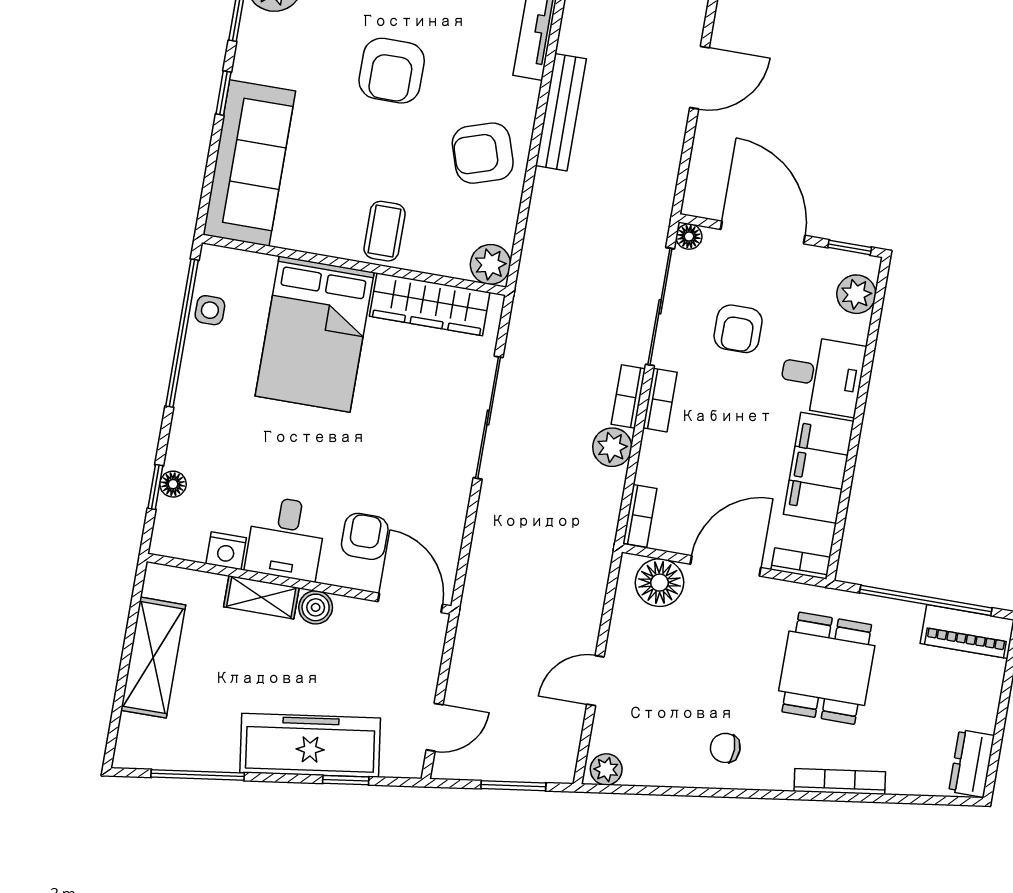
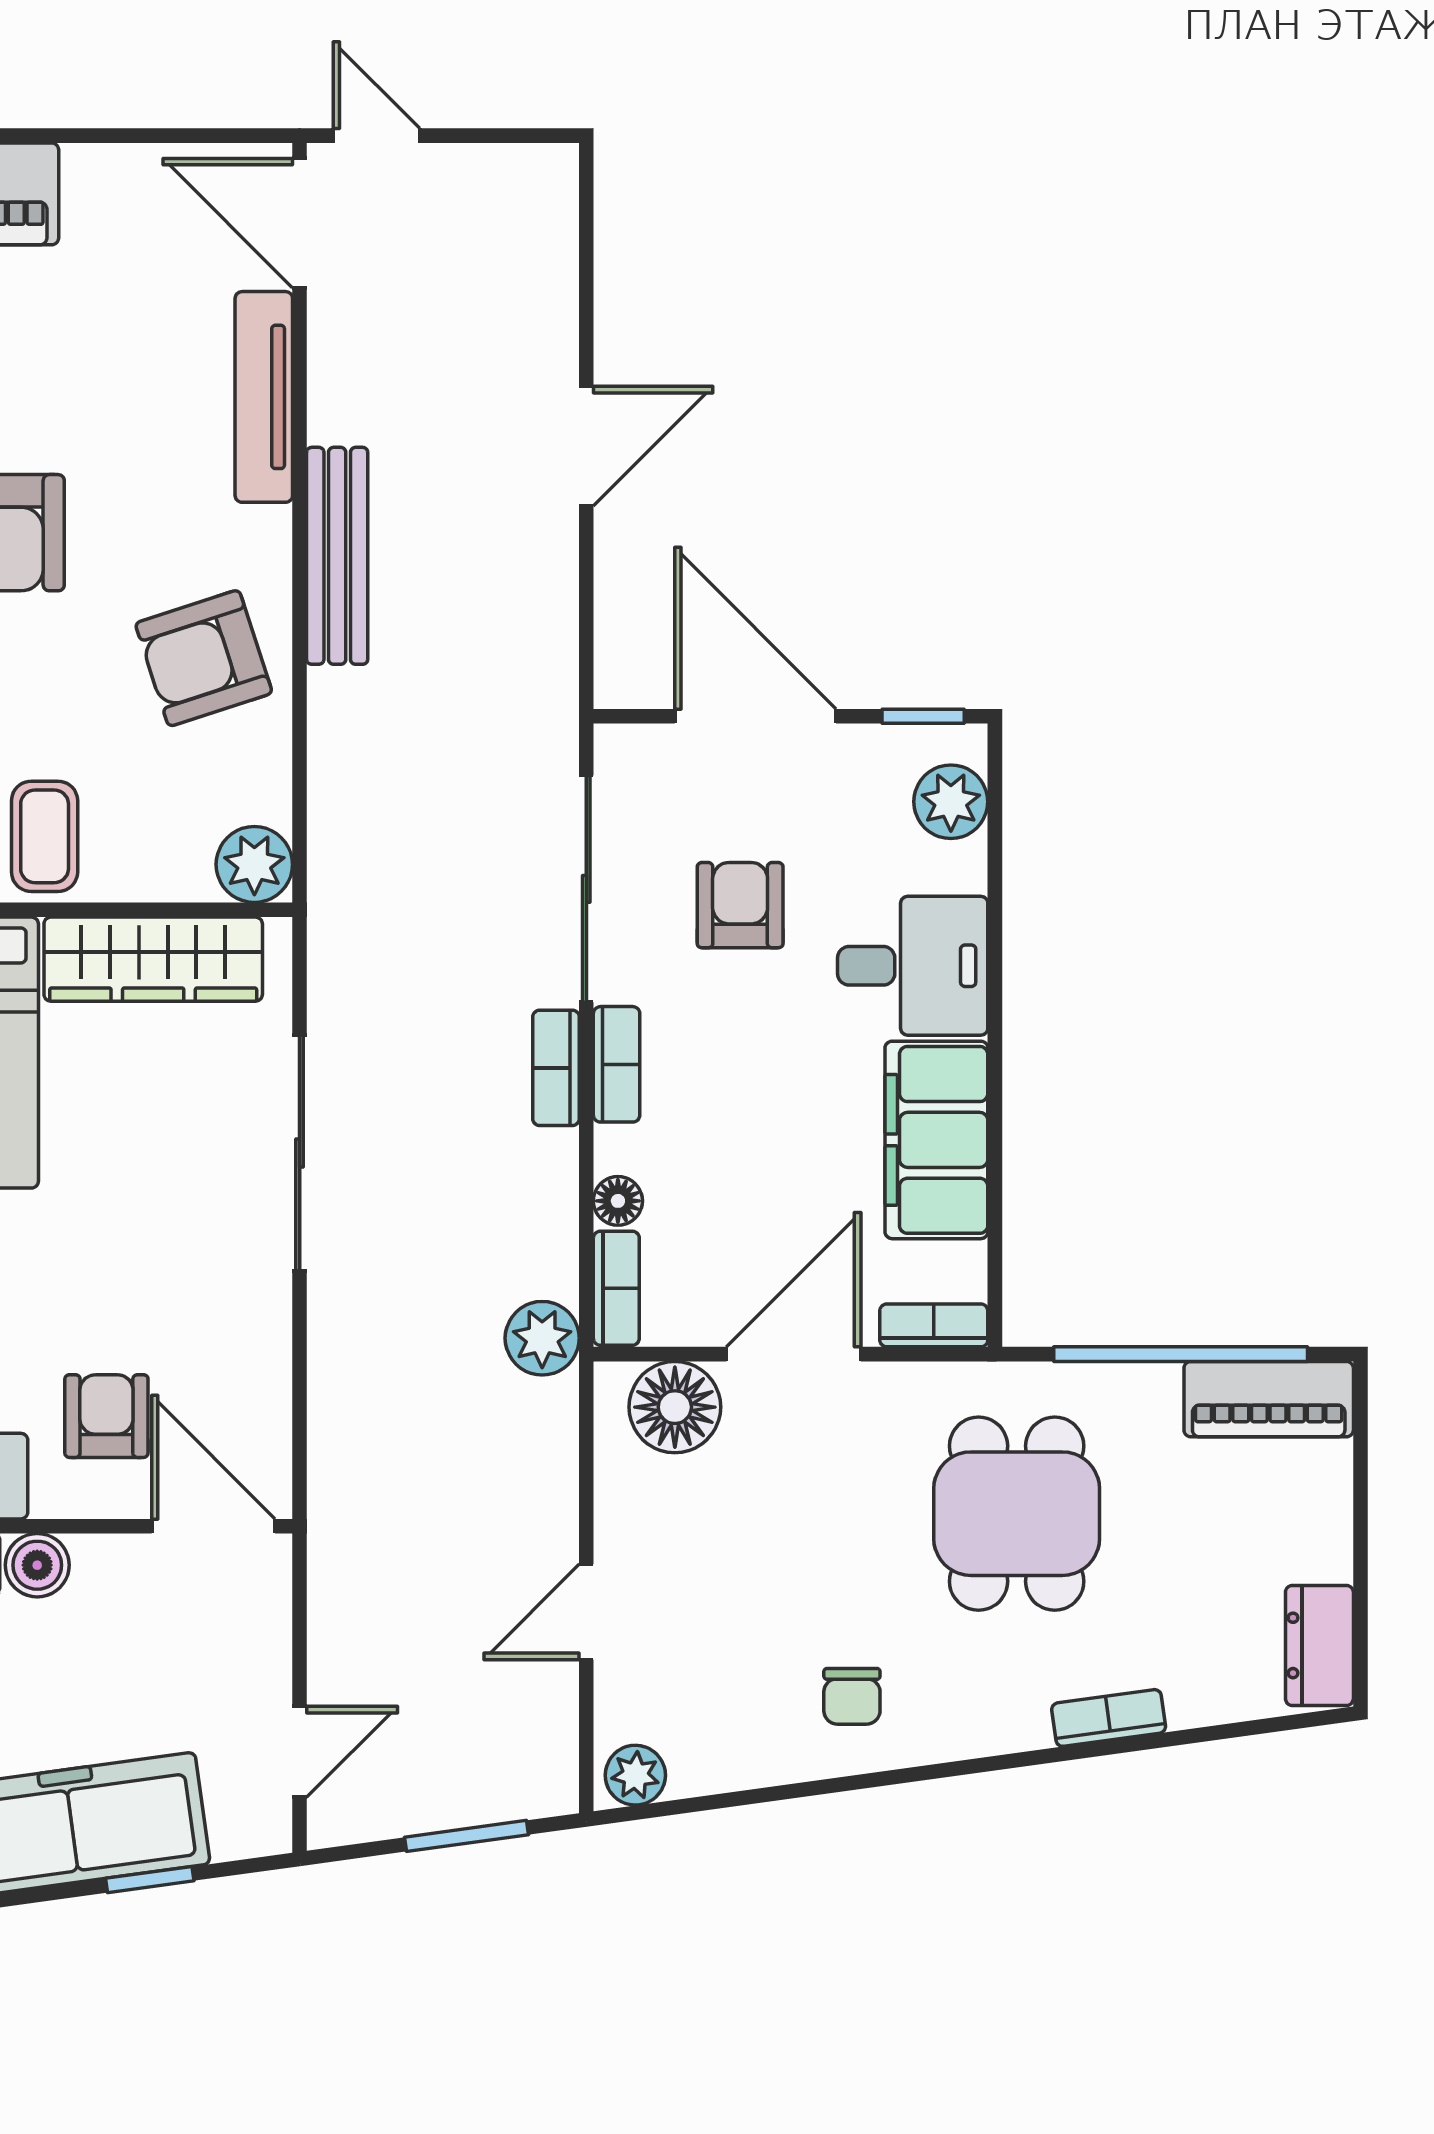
floor lamp: (689, 237) -> (618, 1201), moved
armchair: (738, 329) -> (740, 905), turned 180
plant: (612, 447) -> (542, 1338), moved
chair: (725, 748) -> (852, 1696), turned -90
bookcase: (840, 782) -> (1109, 1718), width x0.64

